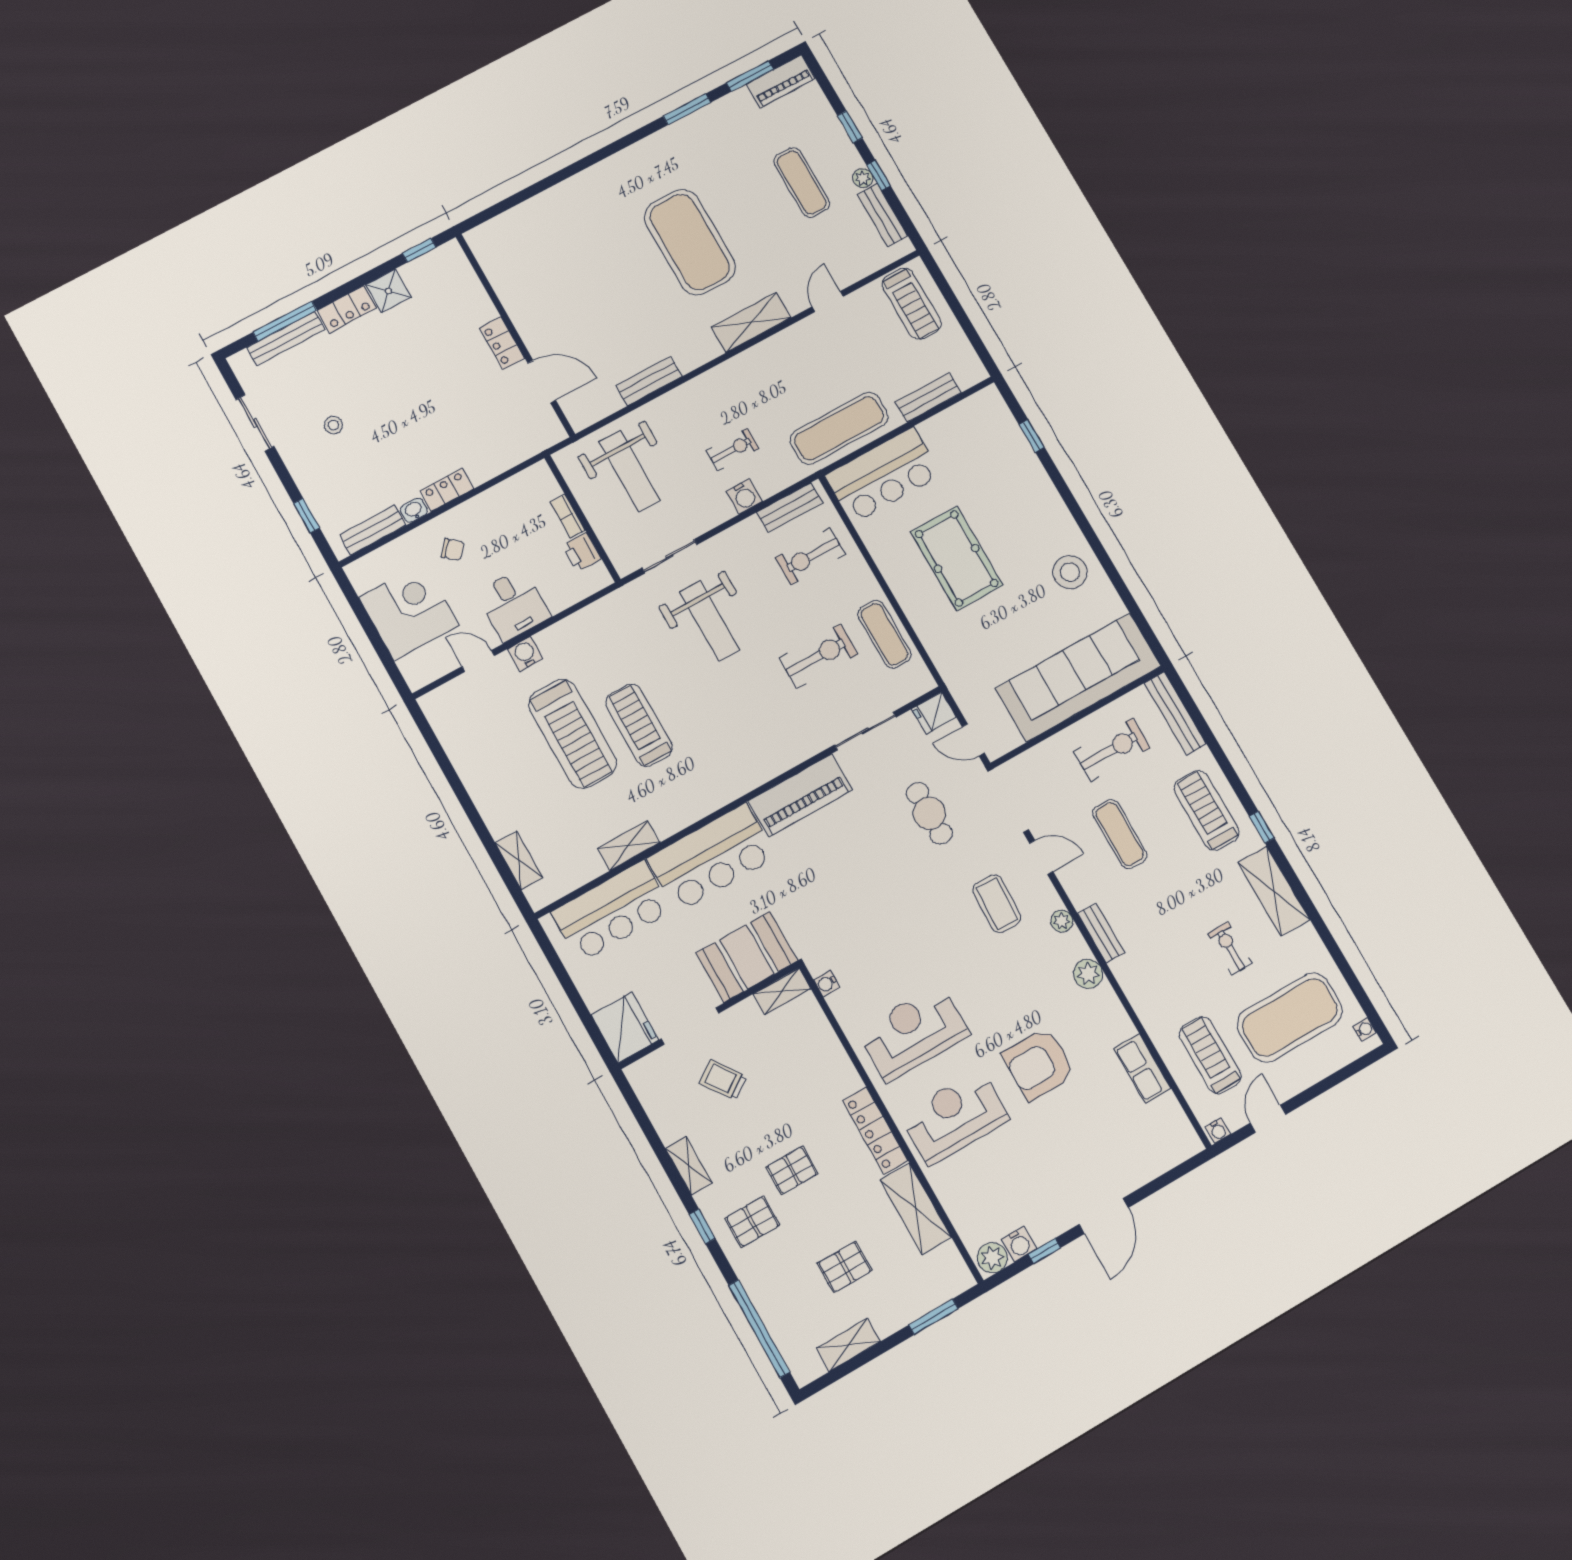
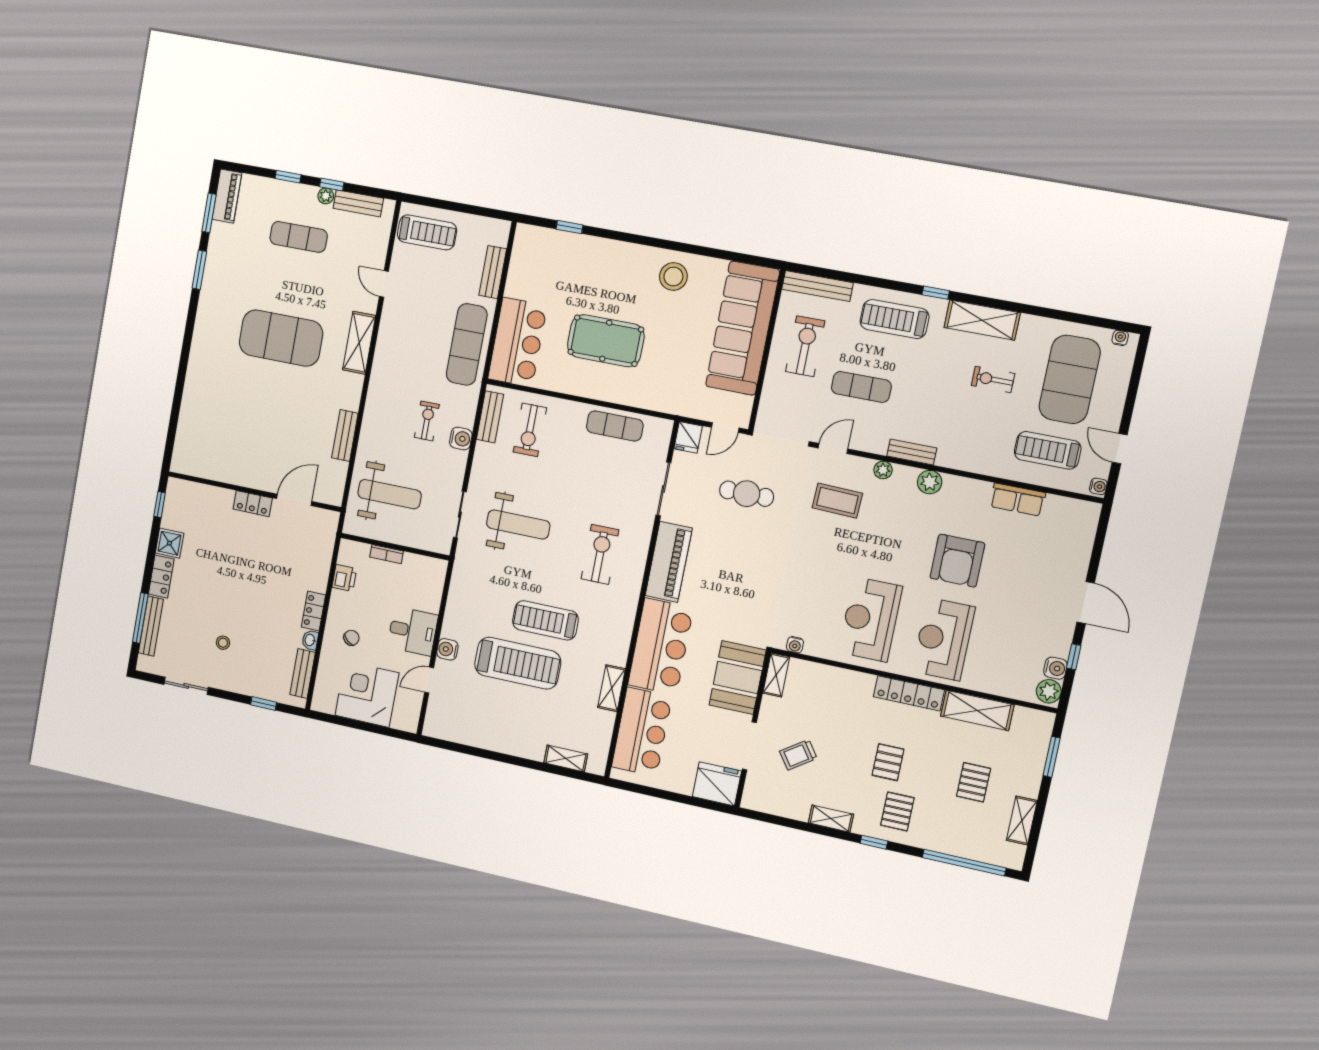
printer: (582, 552) -> (344, 578), moved, turned -90
exercise bike: (819, 656) -> (600, 554), moved

